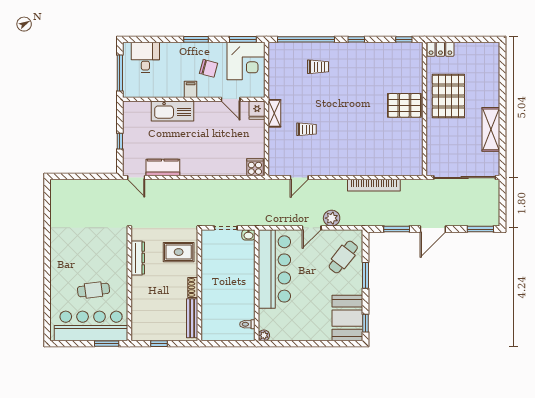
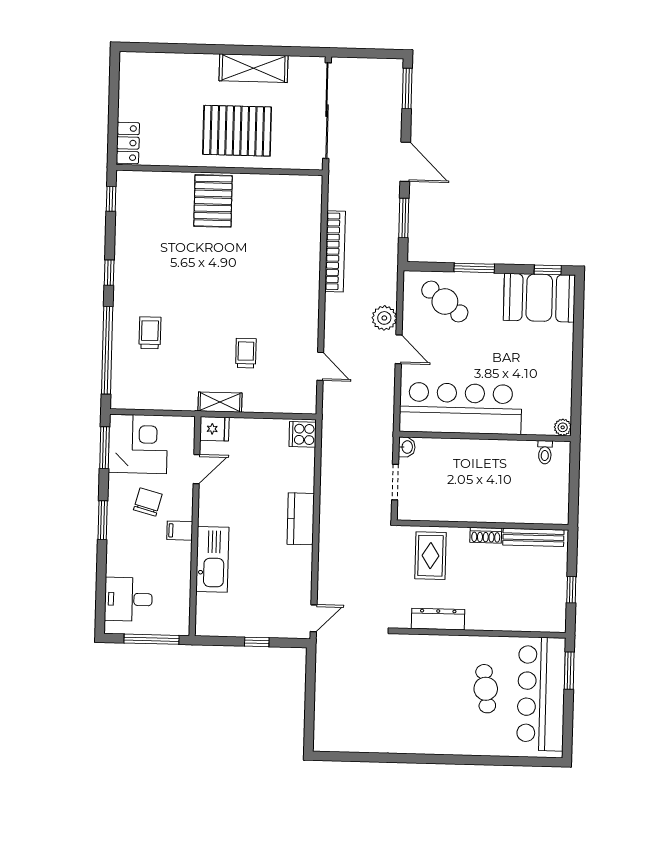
pallet: (448, 96) -> (237, 131), moved
kitchen counter: (163, 168) -> (301, 519), moved

